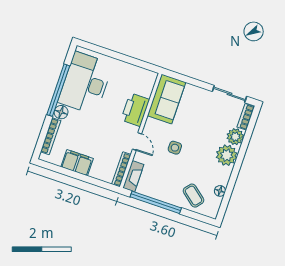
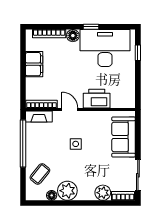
window: (102, 51) -> (138, 53), added
window: (58, 90) -> (91, 27), width x0.32
sofa: (167, 99) -> (124, 137), moved, turned 90
door: (137, 141) -> (70, 110), swing flipped
plant: (227, 155) -> (67, 191), moved

